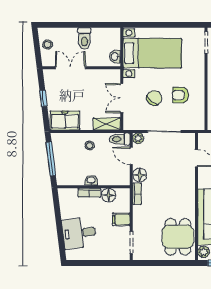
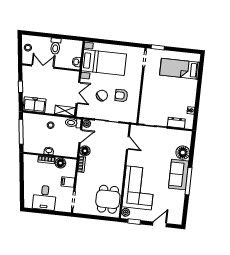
double door: (122, 98) -> (78, 93), swing flipped
door: (131, 156) -> (80, 136), swing flipped
desk: (79, 233) -> (44, 198), moved, turned -83

